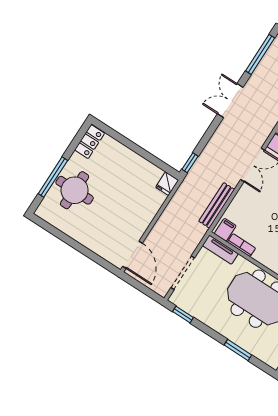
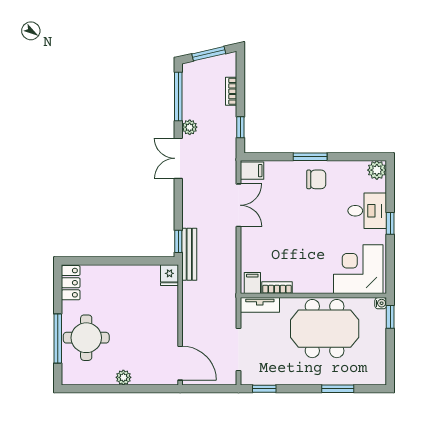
plant: (254, 83) -> (190, 127), added
bench: (217, 205) -> (189, 254), moved
plant: (83, 238) -> (123, 377), added

